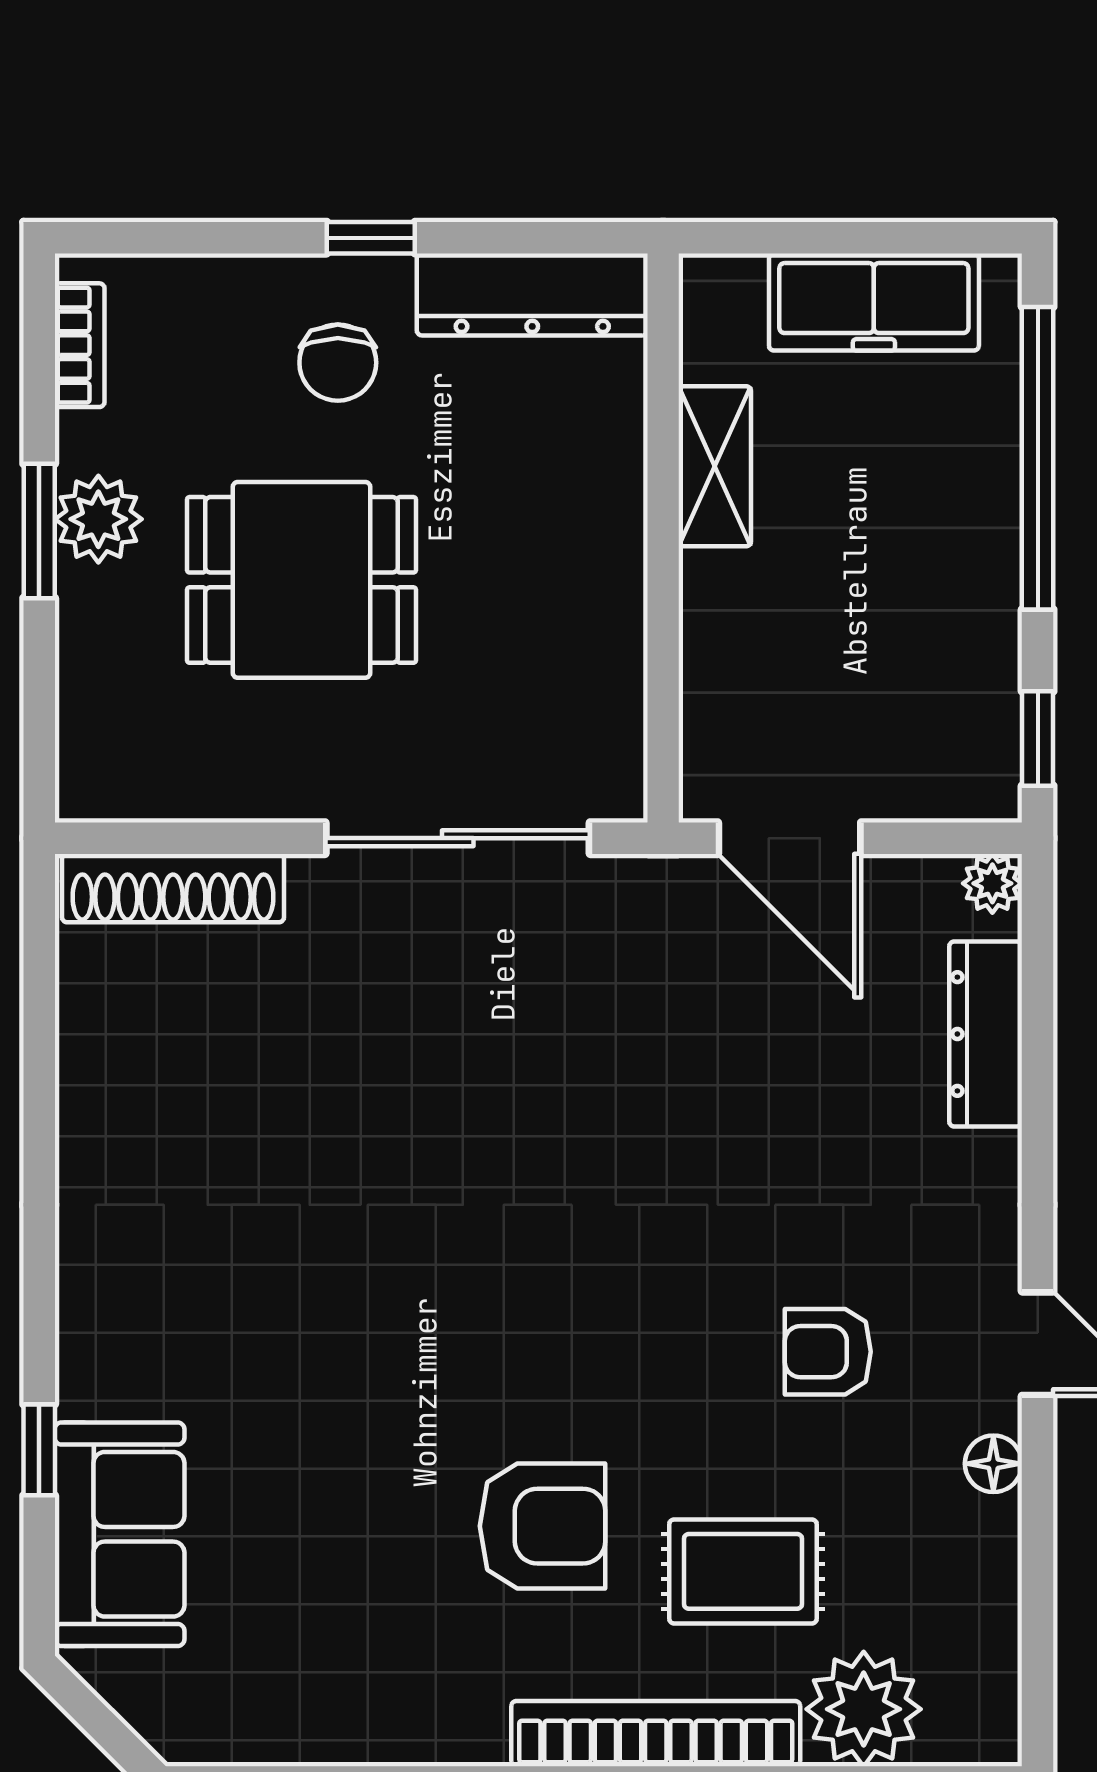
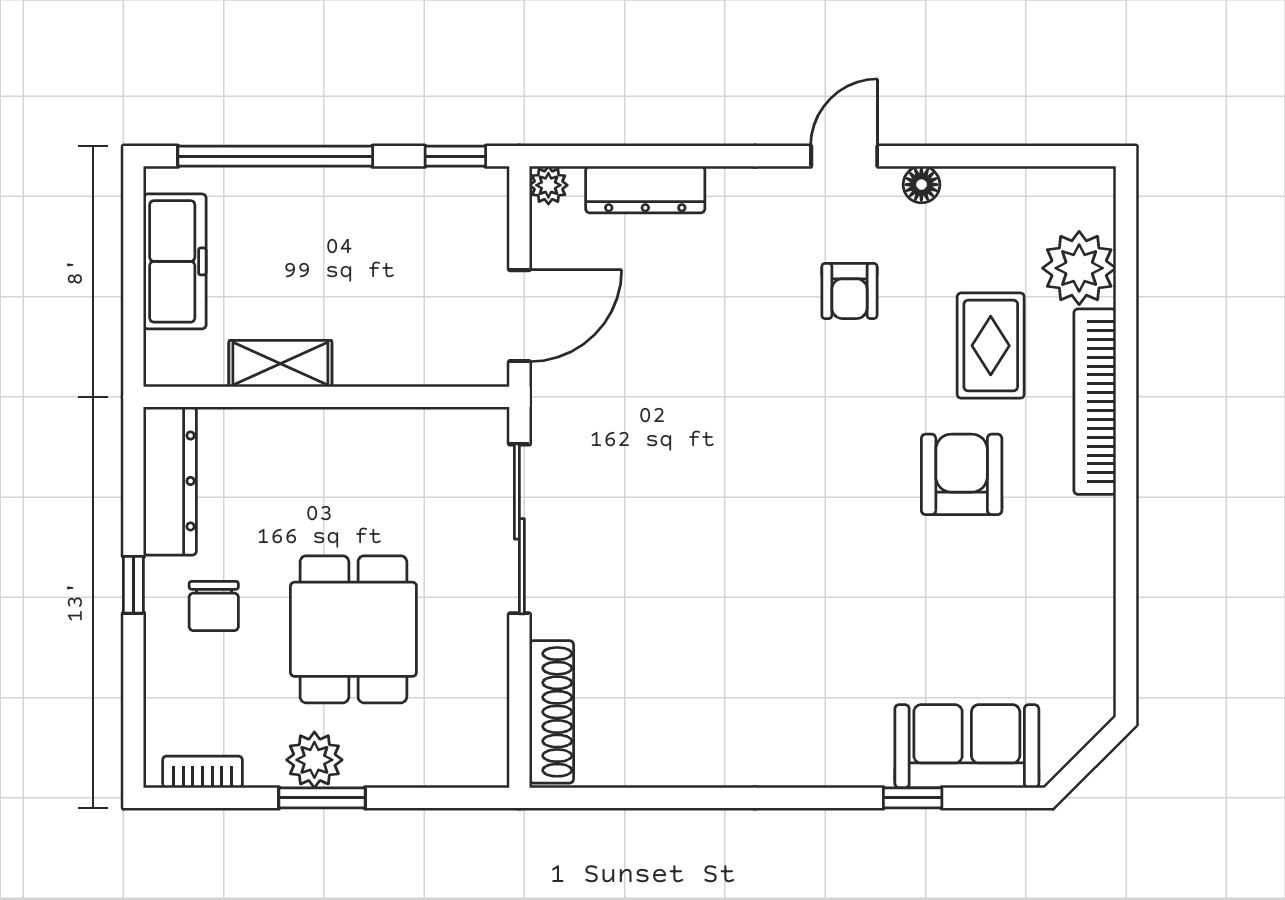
chair: (338, 363) -> (214, 606), turned 90

